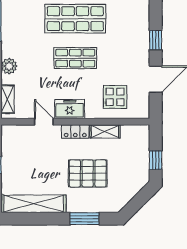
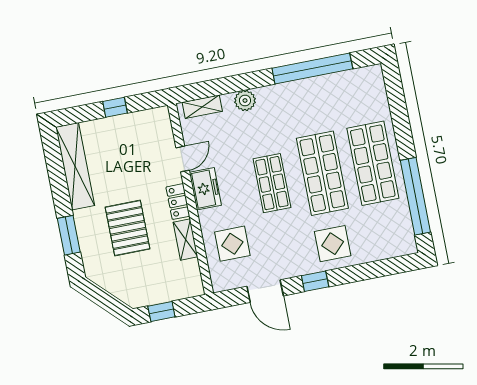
display table: (130, 21) -> (333, 244), added

